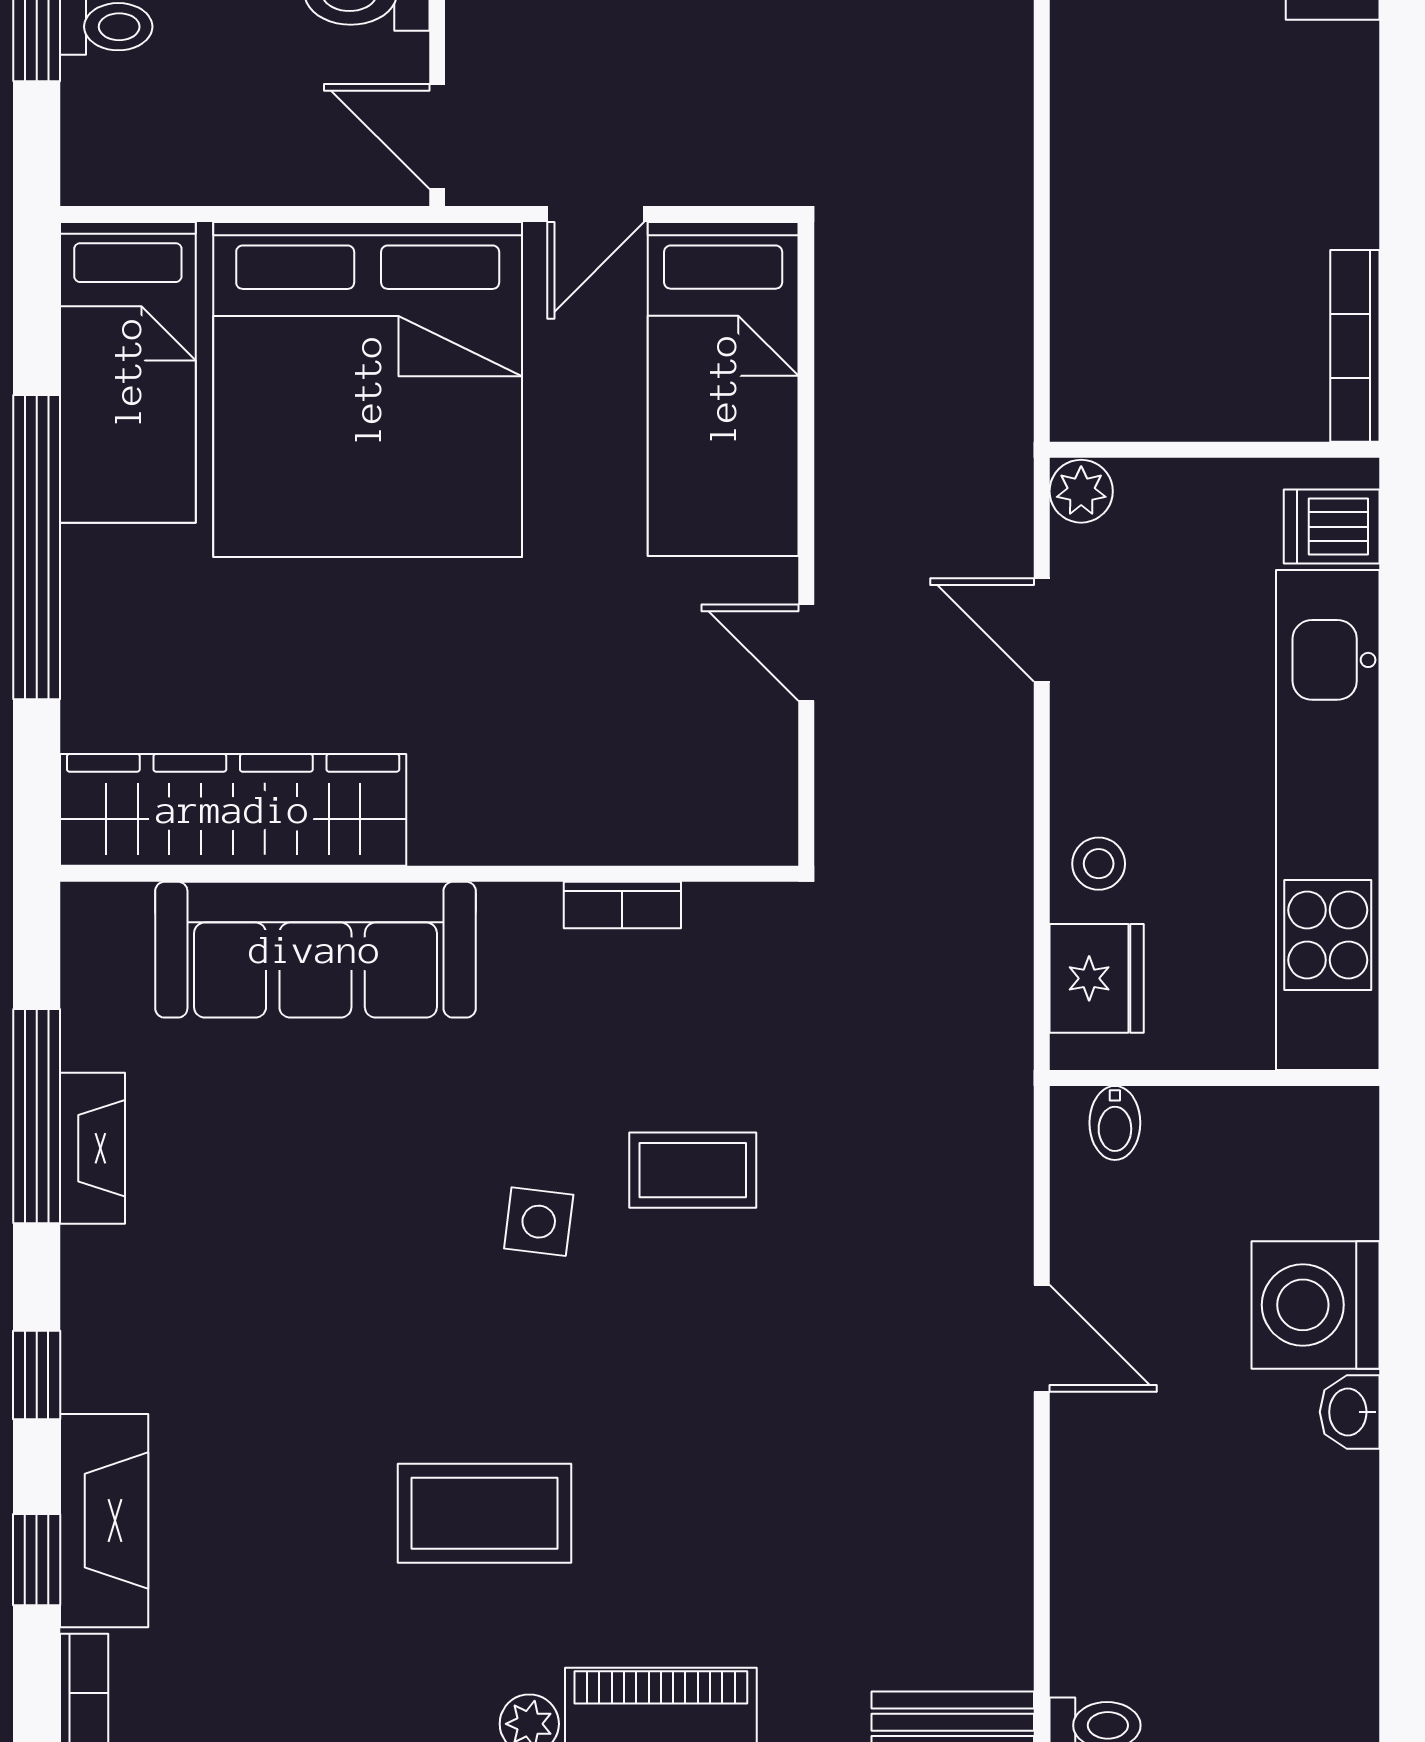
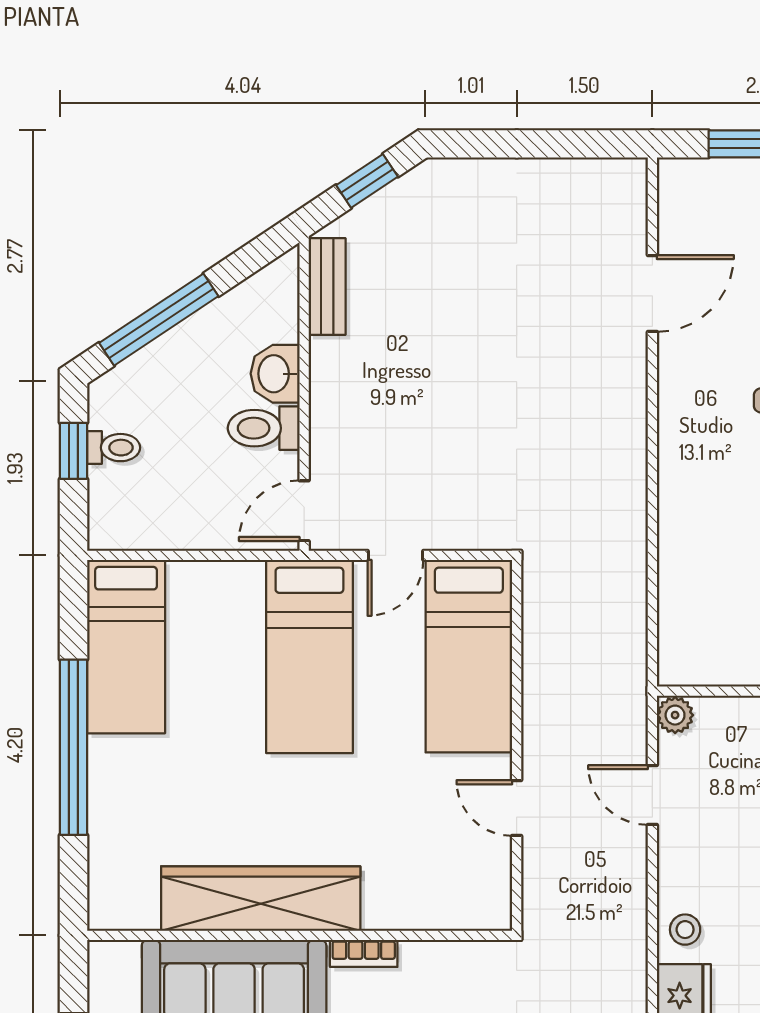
door: (437, 136) -> (304, 511), hinge flipped
bed: (368, 390) -> (309, 657), width x0.49
wardrobe: (233, 810) -> (261, 899), moved
bookcase: (622, 905) -> (364, 953), moved

